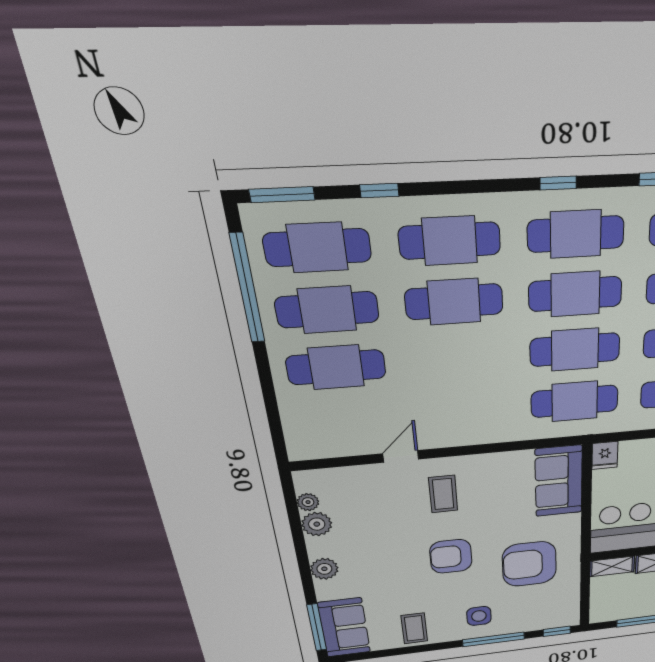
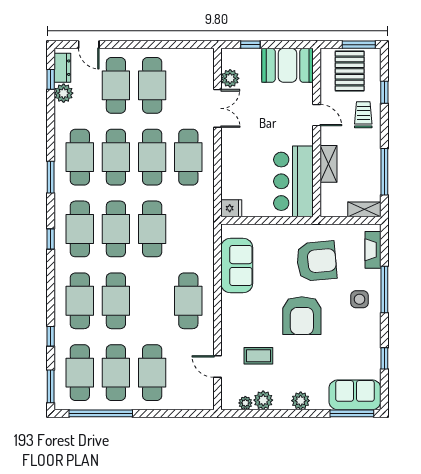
cafe table: (575, 401) -> (188, 301), moved
door: (401, 456) -> (217, 367), moved
sofa: (559, 481) -> (237, 266), moved, turned -90
coffee table: (443, 494) -> (258, 356), moved
armchair: (451, 556) -> (302, 316), width x1.36, depth x1.36
armchair: (529, 564) -> (316, 261), turned -95
shelving: (612, 566) -> (364, 209), moved, turned 90
fireplace: (546, 621) -> (373, 250), added
coffee table: (414, 628) -> (364, 346), removed
window: (557, 631) -> (384, 358), moved

